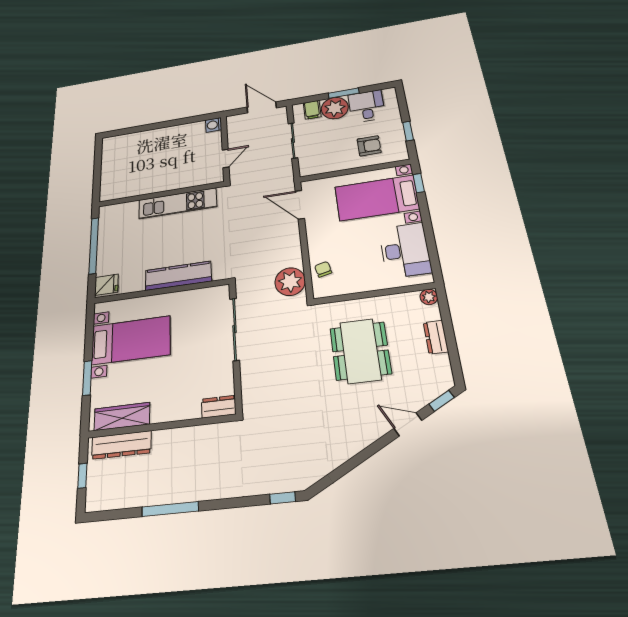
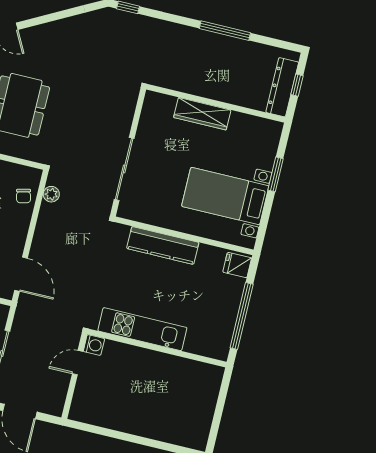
washing machine: (214, 125) -> (94, 345), moved
plant: (290, 282) -> (51, 194), width x0.53, depth x0.53
dresser: (219, 407) -> (159, 102), removed
wardrobe: (122, 417) -> (202, 114), moved
dresser: (121, 445) -> (282, 87), moved, turned -90

